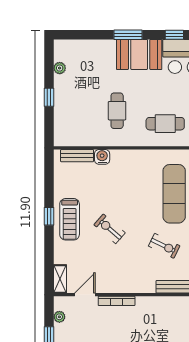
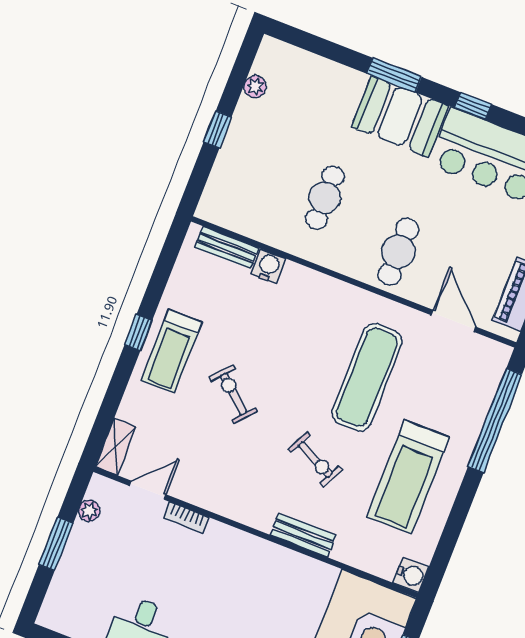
cafe table: (165, 124) -> (398, 252), turned 90
bookcase: (117, 301) -> (186, 517), width x0.64

